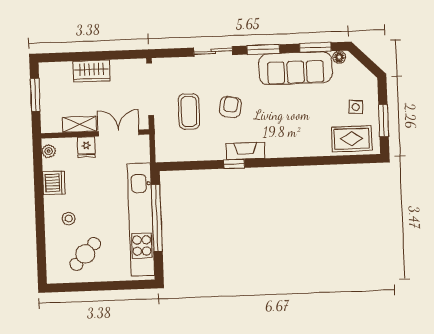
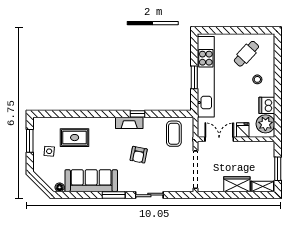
window: (315, 47) -> (76, 195), removed
coffee table: (189, 111) -> (174, 134), moved
shelving: (79, 124) -> (263, 186), moved
double door: (119, 133) -> (219, 139), swing flipped
rug: (352, 139) -> (75, 138), moved
plant: (49, 151) -> (265, 124), width x1.88, depth x1.88
window: (157, 218) -> (194, 77), width x0.47

